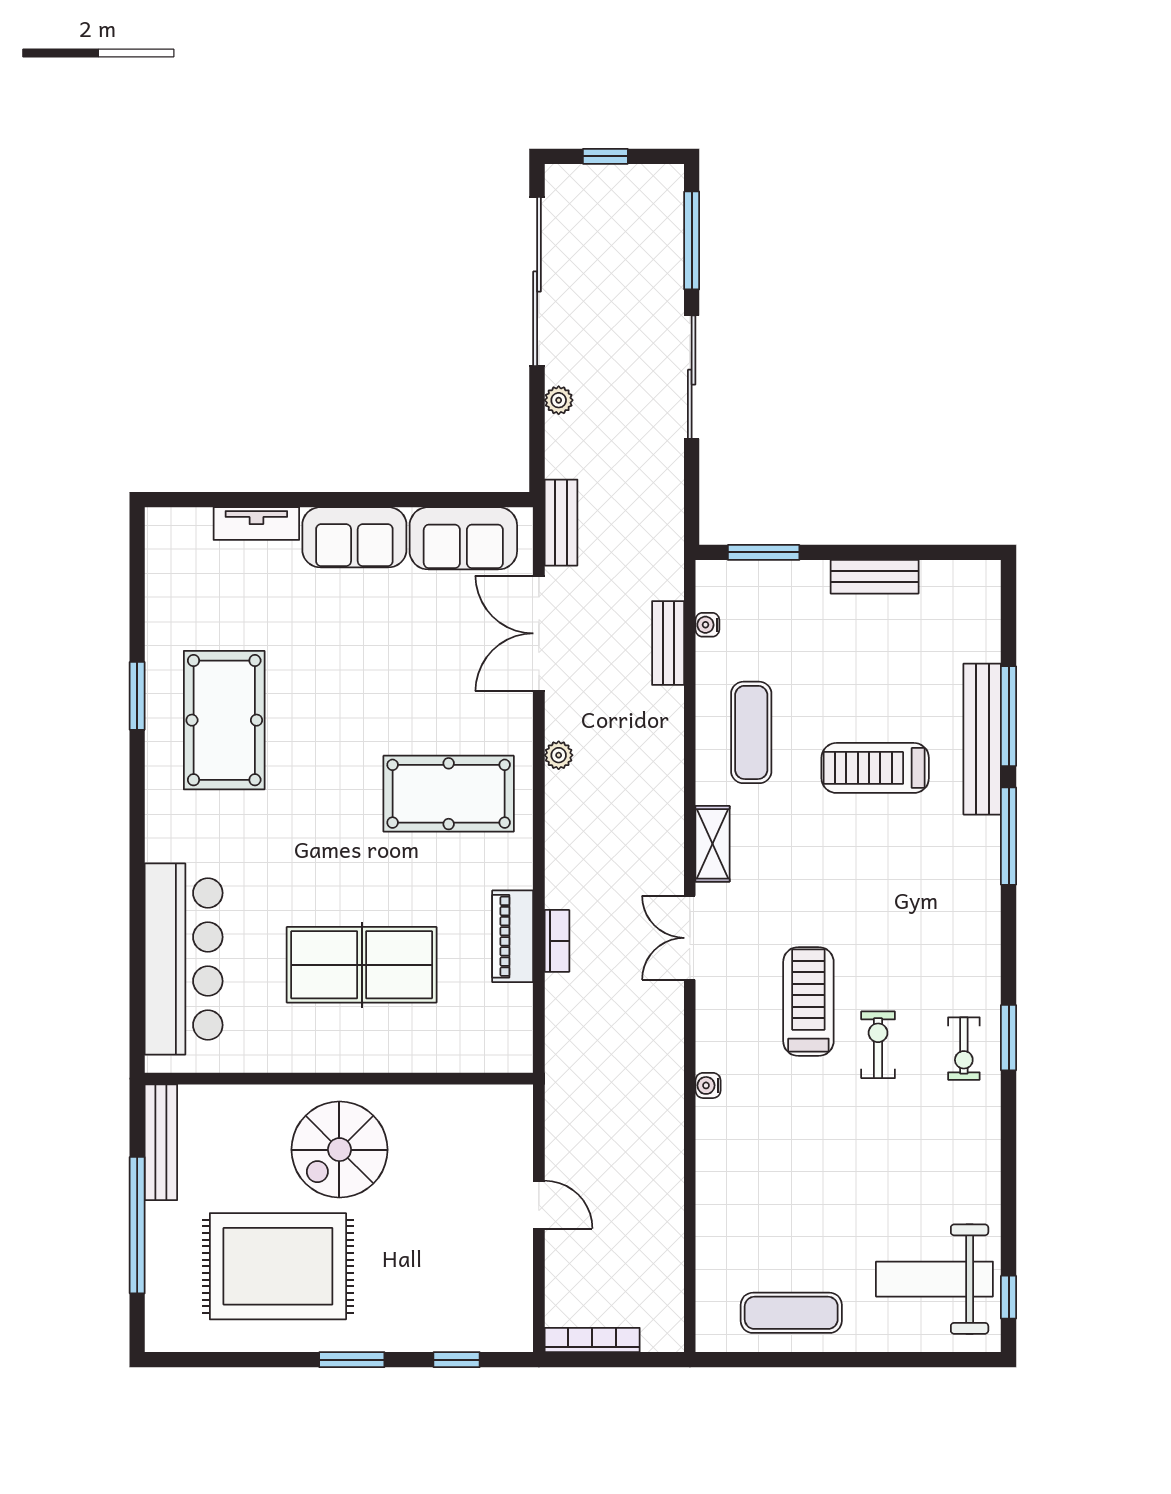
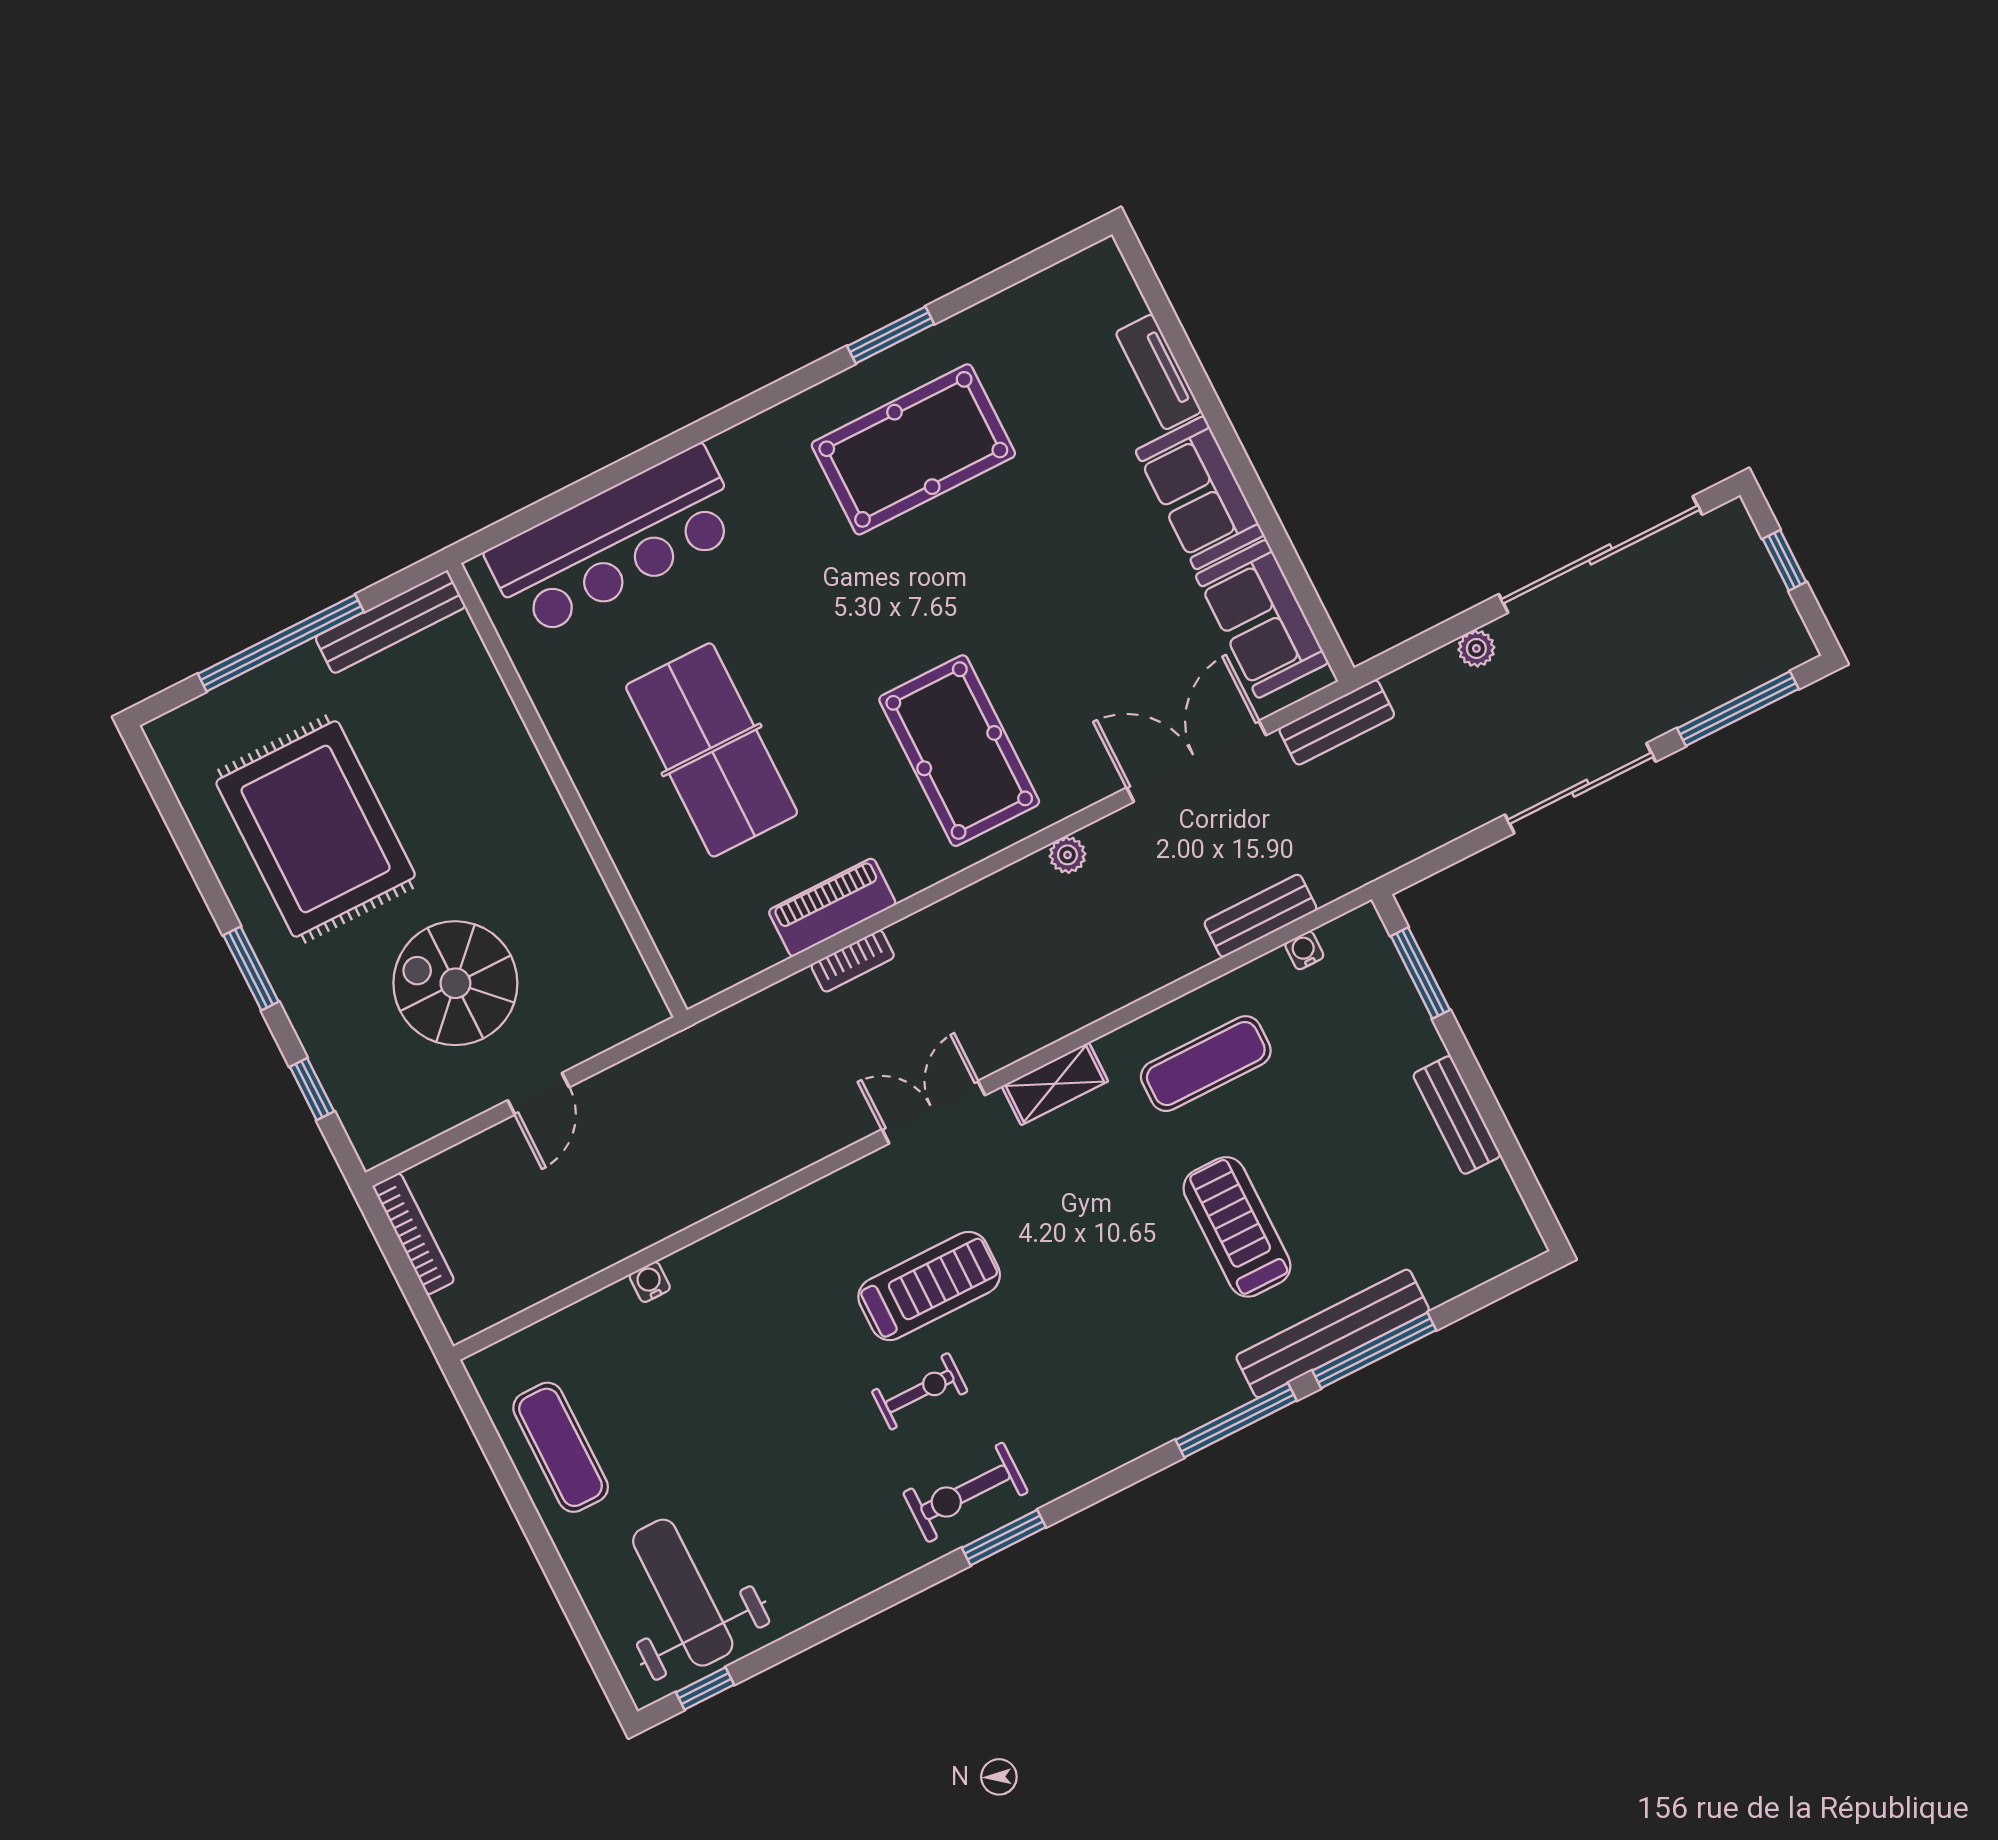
exercise bike: (964, 1049) -> (965, 1492), width x1.38, depth x1.39
water cooler: (708, 1085) -> (650, 1282), moved
spiral stairs: (339, 1150) -> (455, 983), moved

